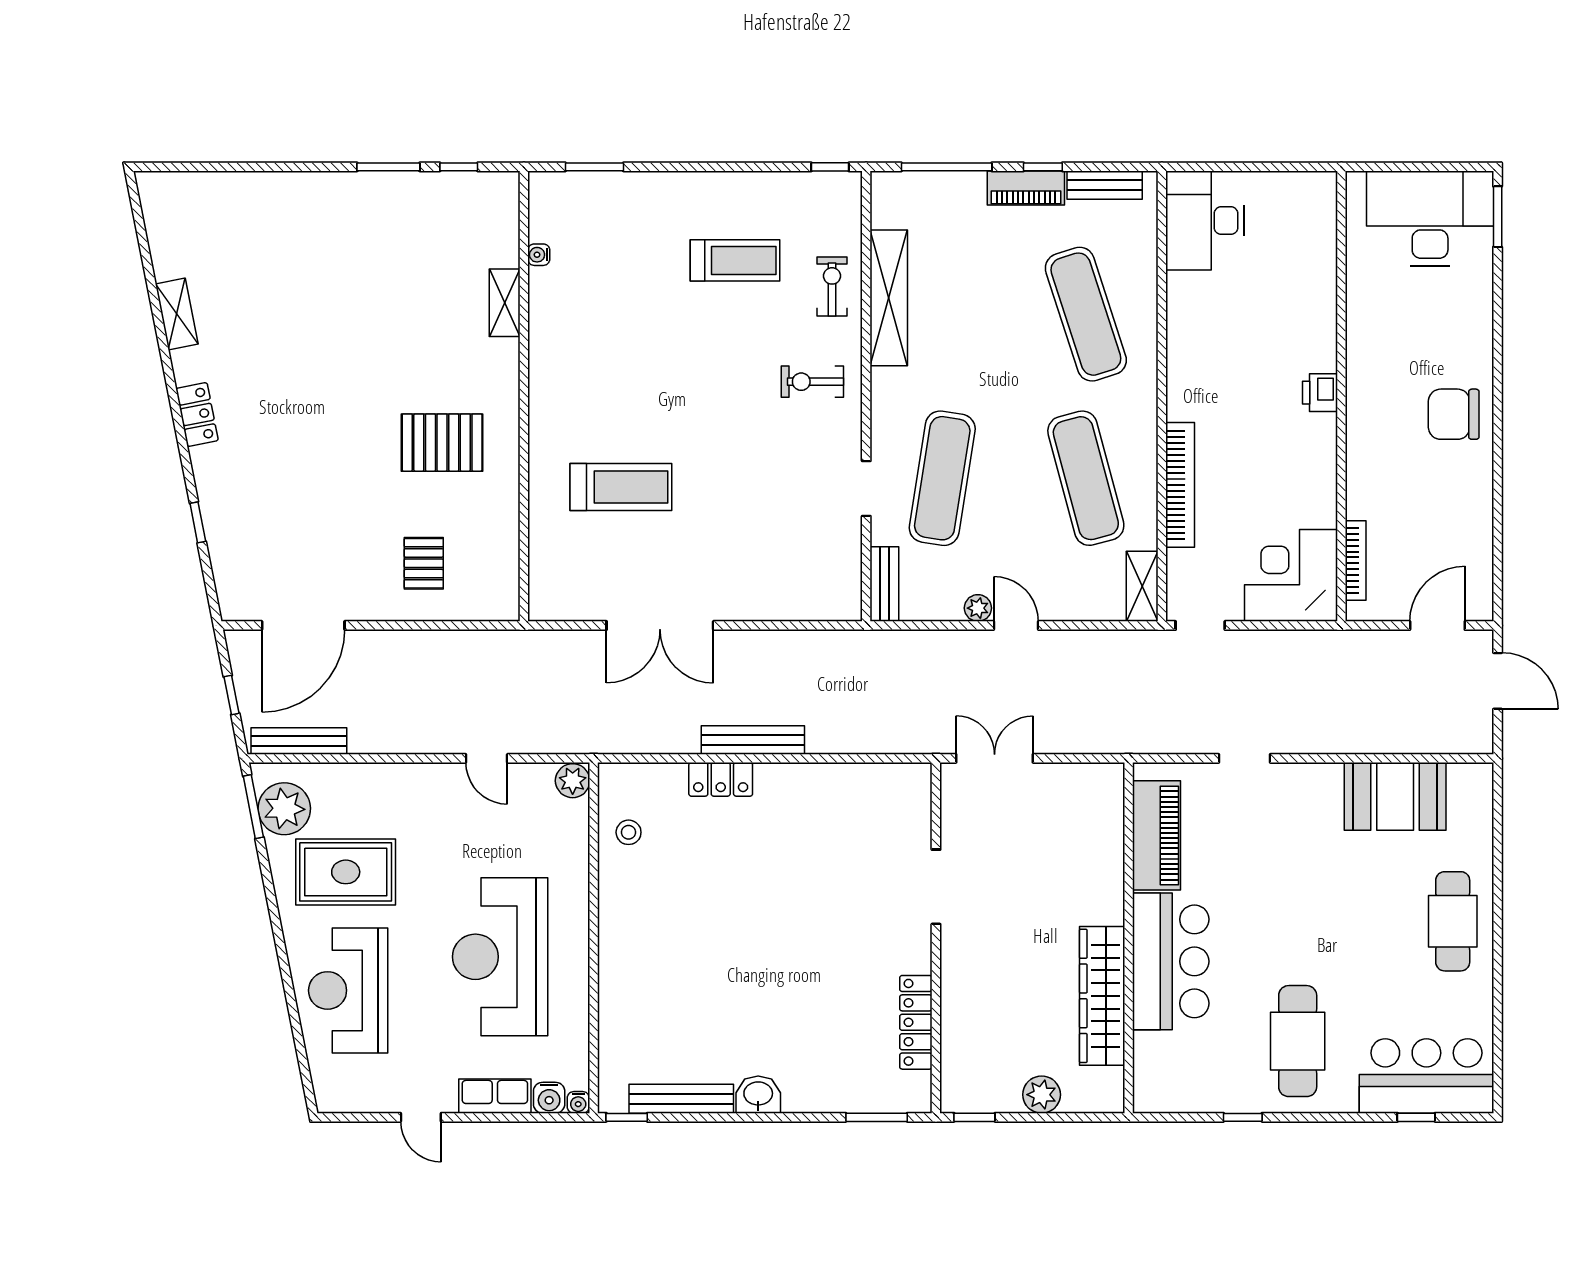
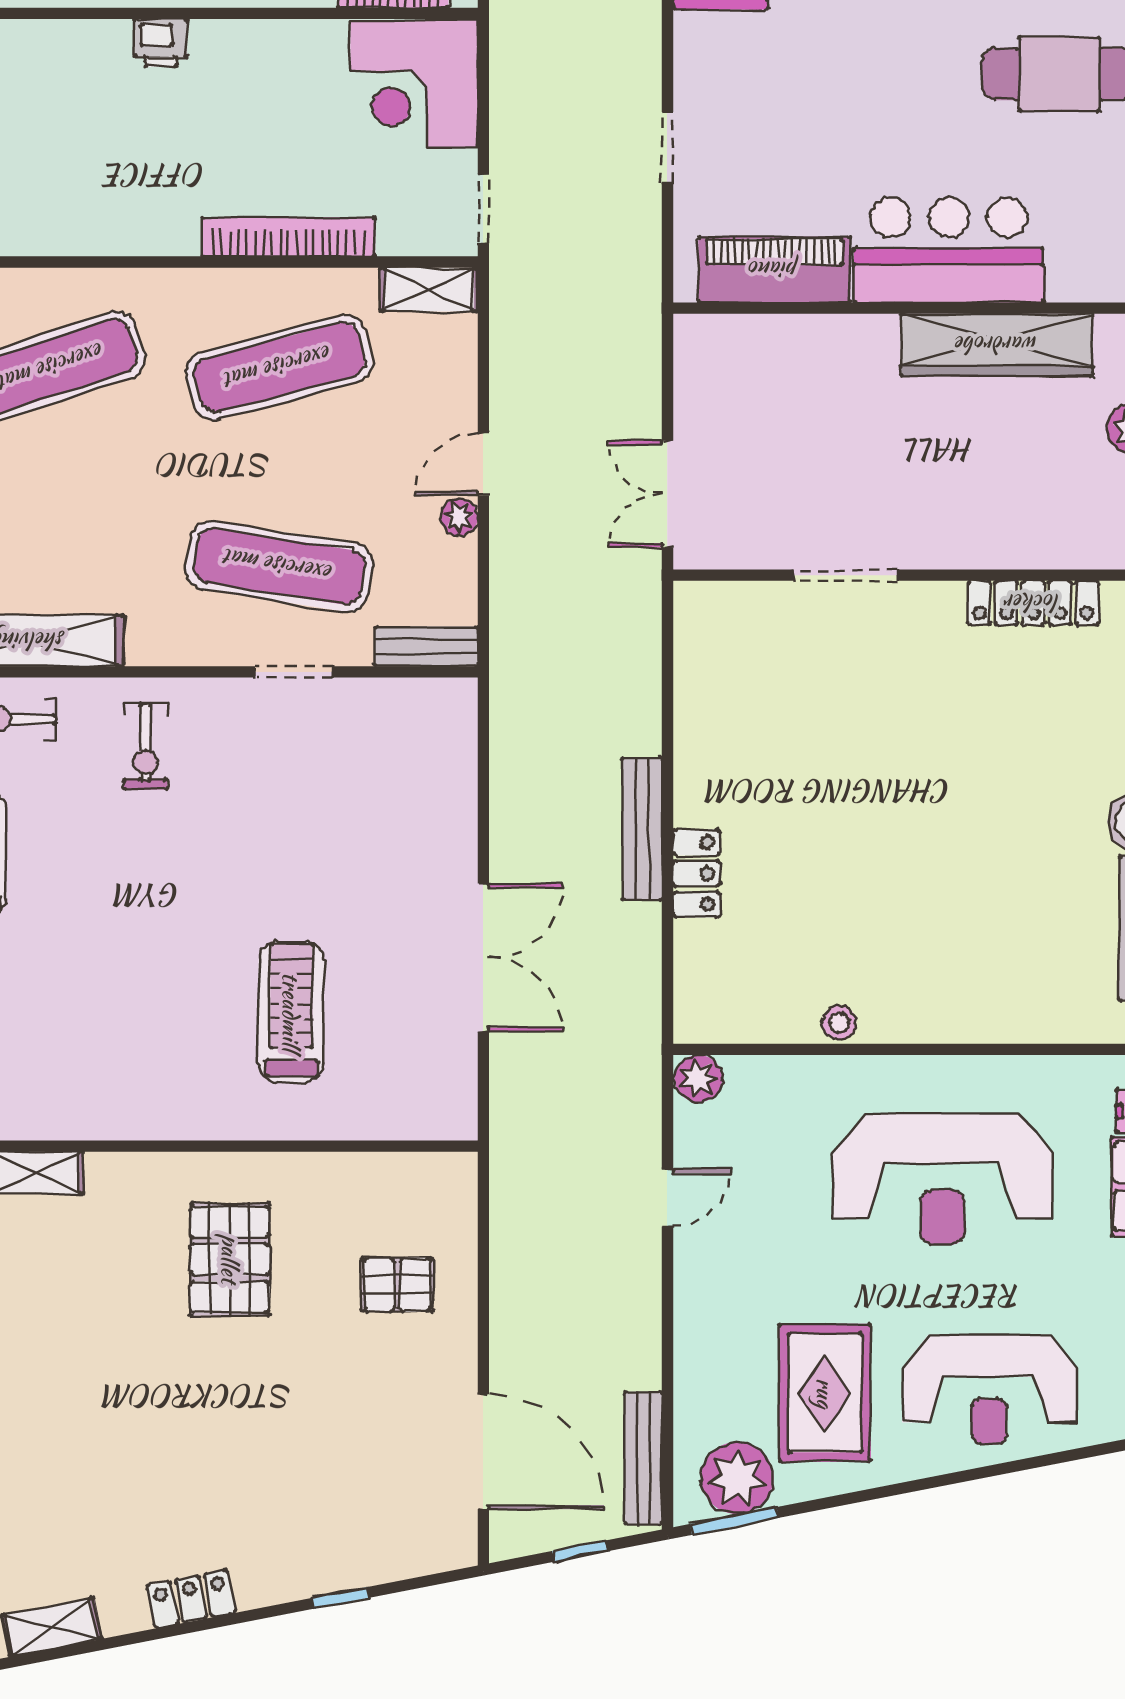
stool: (629, 832) -> (839, 1023), moved

